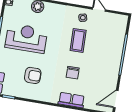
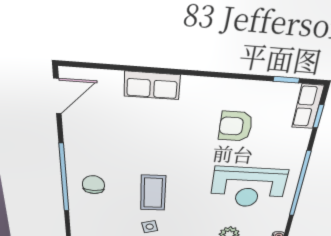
chair: (73, 73) -> (93, 185), moved

